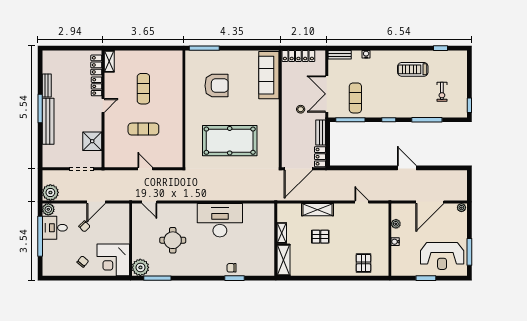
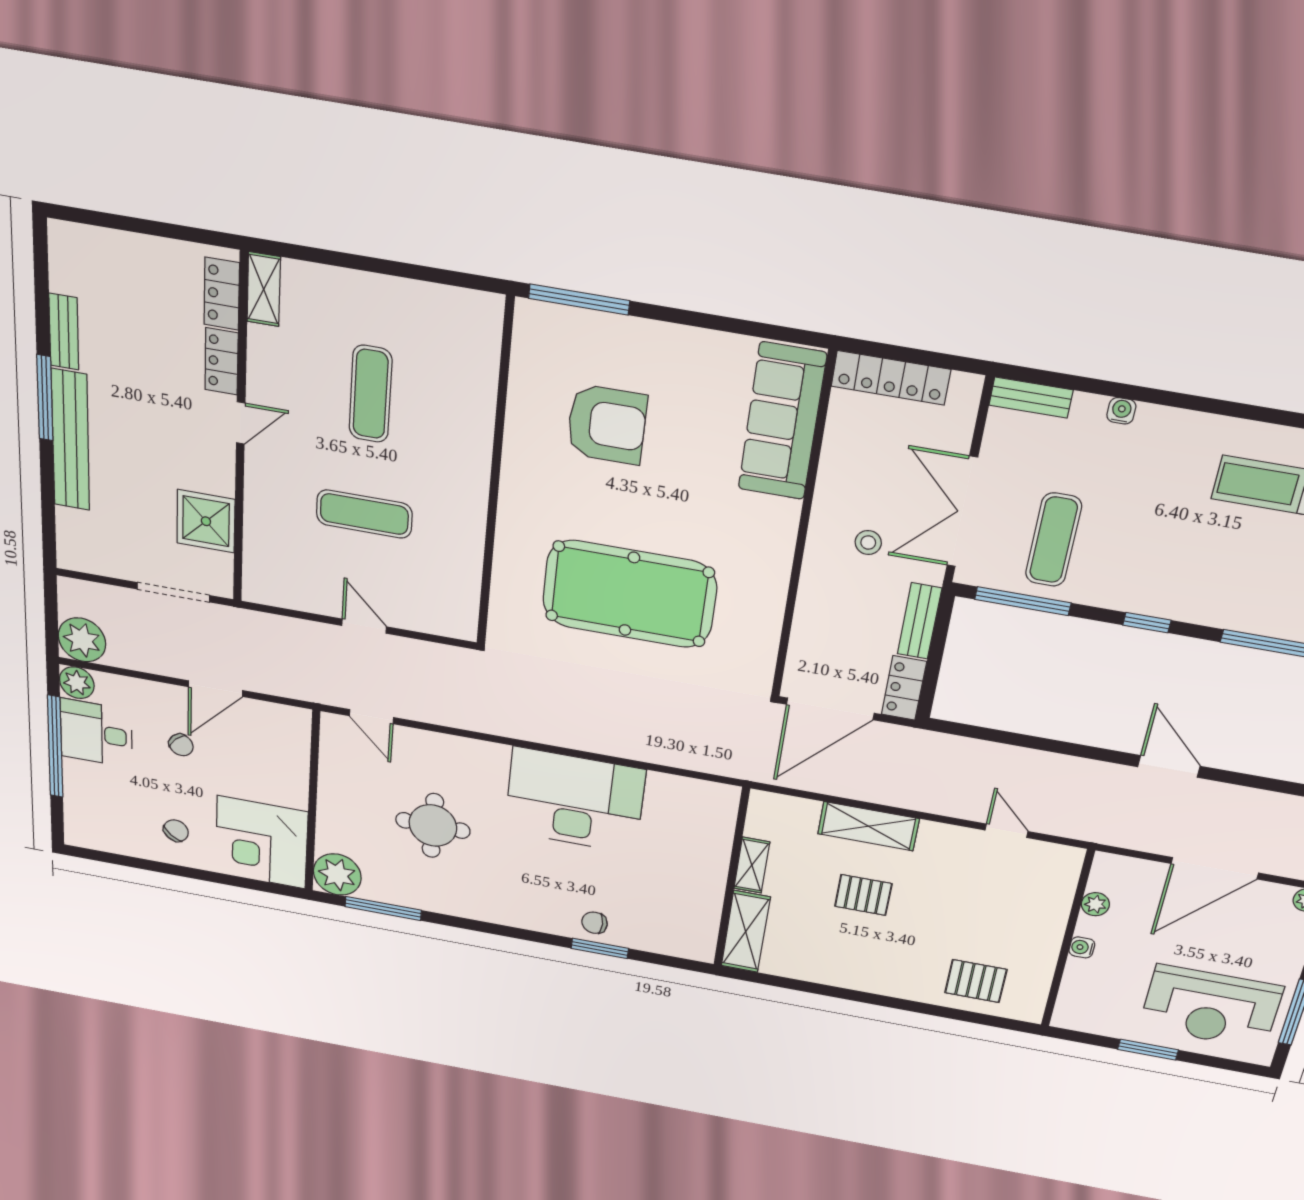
pallet: (363, 263) -> (976, 981), turned 90

